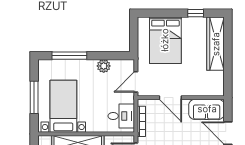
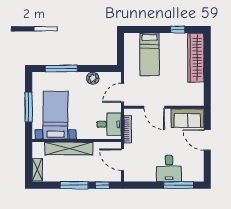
bed: (165, 40) -> (150, 54), width x0.67

